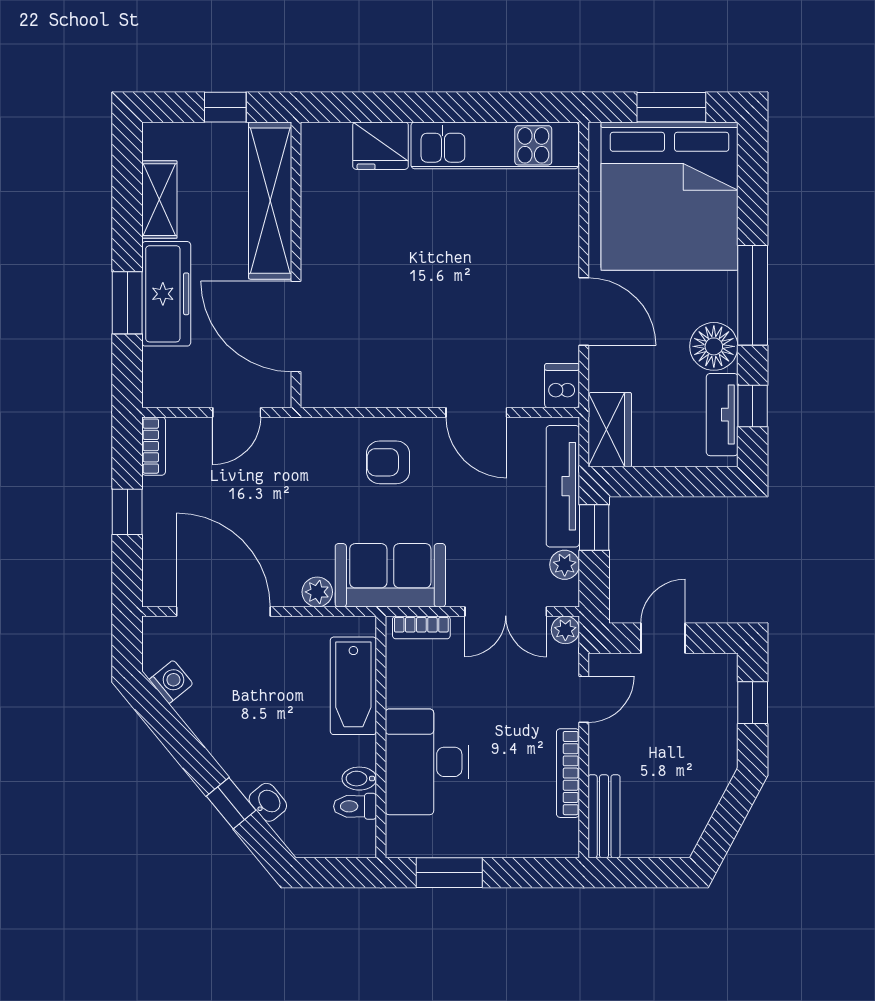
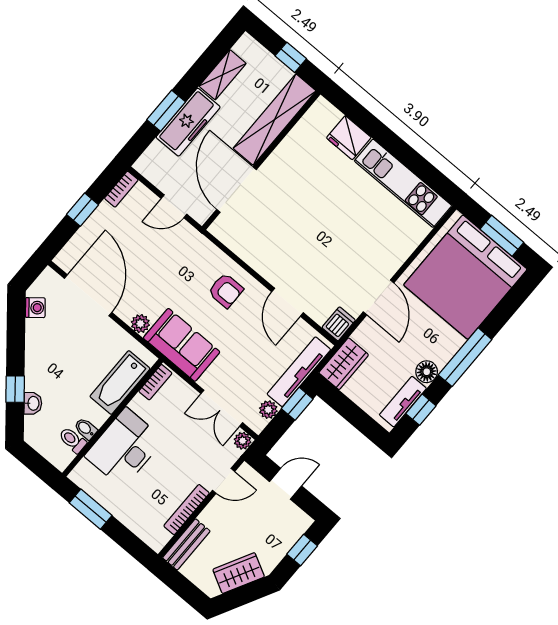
floor lamp: (714, 346) -> (427, 372), width x0.73, depth x0.73
armchair: (388, 462) -> (226, 291), turned 180
bookcase: (421, 627) -> (155, 382), moved, turned -90
wardrobe: (698, 797) -> (239, 573), added

